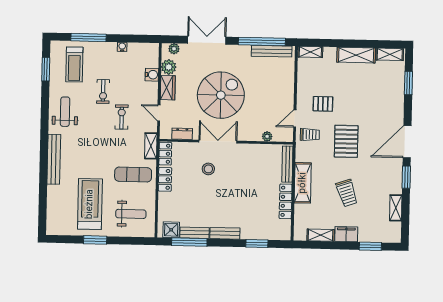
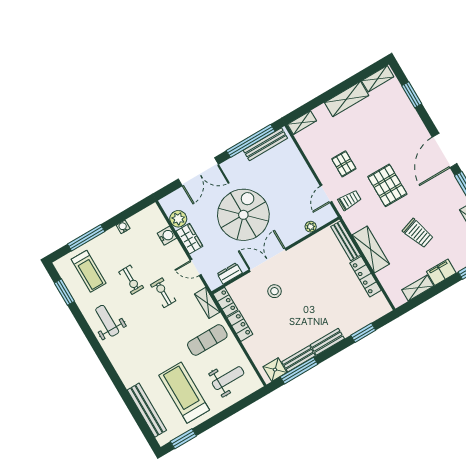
double door: (207, 40) -> (198, 172), swing flipped
plant: (174, 49) -> (173, 199), removed
pallet: (323, 104) -> (344, 164), turned 90
bench: (54, 159) -> (147, 410), moved
window: (95, 240) -> (183, 439), moved

